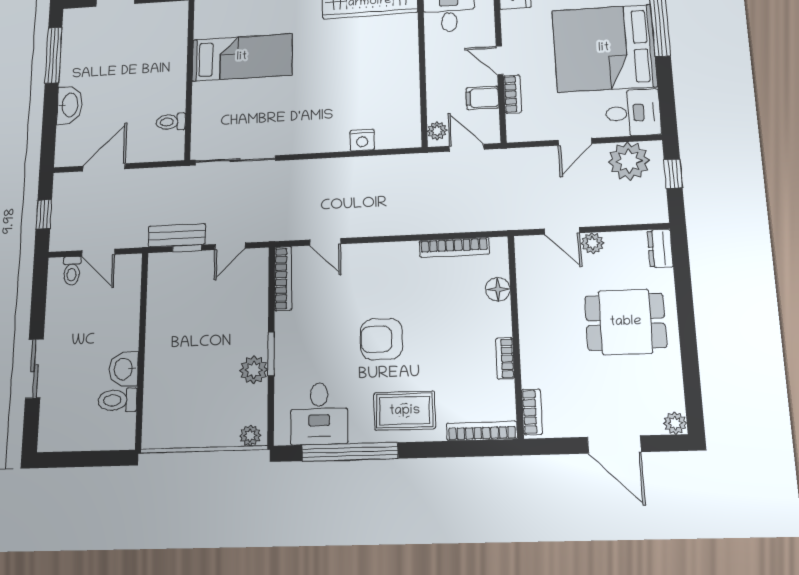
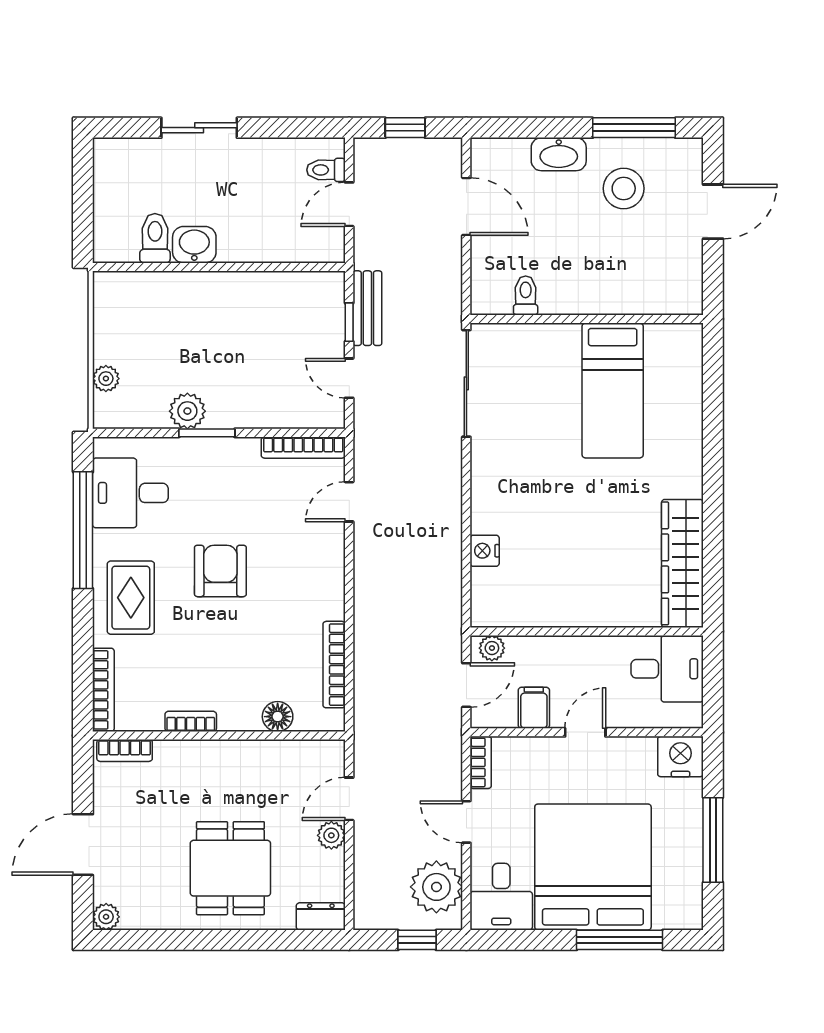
stool: (96, 59) -> (624, 188), added
bookcase: (512, 94) -> (481, 762), moved, turned -90
plant: (250, 436) -> (106, 379), moved

